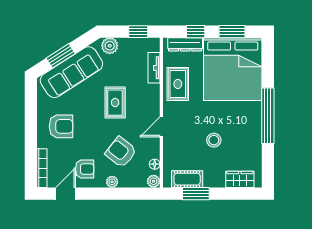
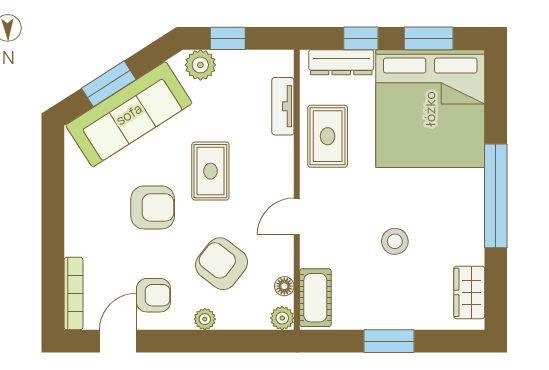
window: (138, 32) -> (228, 38), moved
armchair: (61, 126) -> (153, 207), moved
cot: (187, 179) -> (315, 298), moved, turned 90
wardrobe: (240, 179) -> (469, 292), moved, turned -90
window: (196, 194) -> (389, 341), moved

